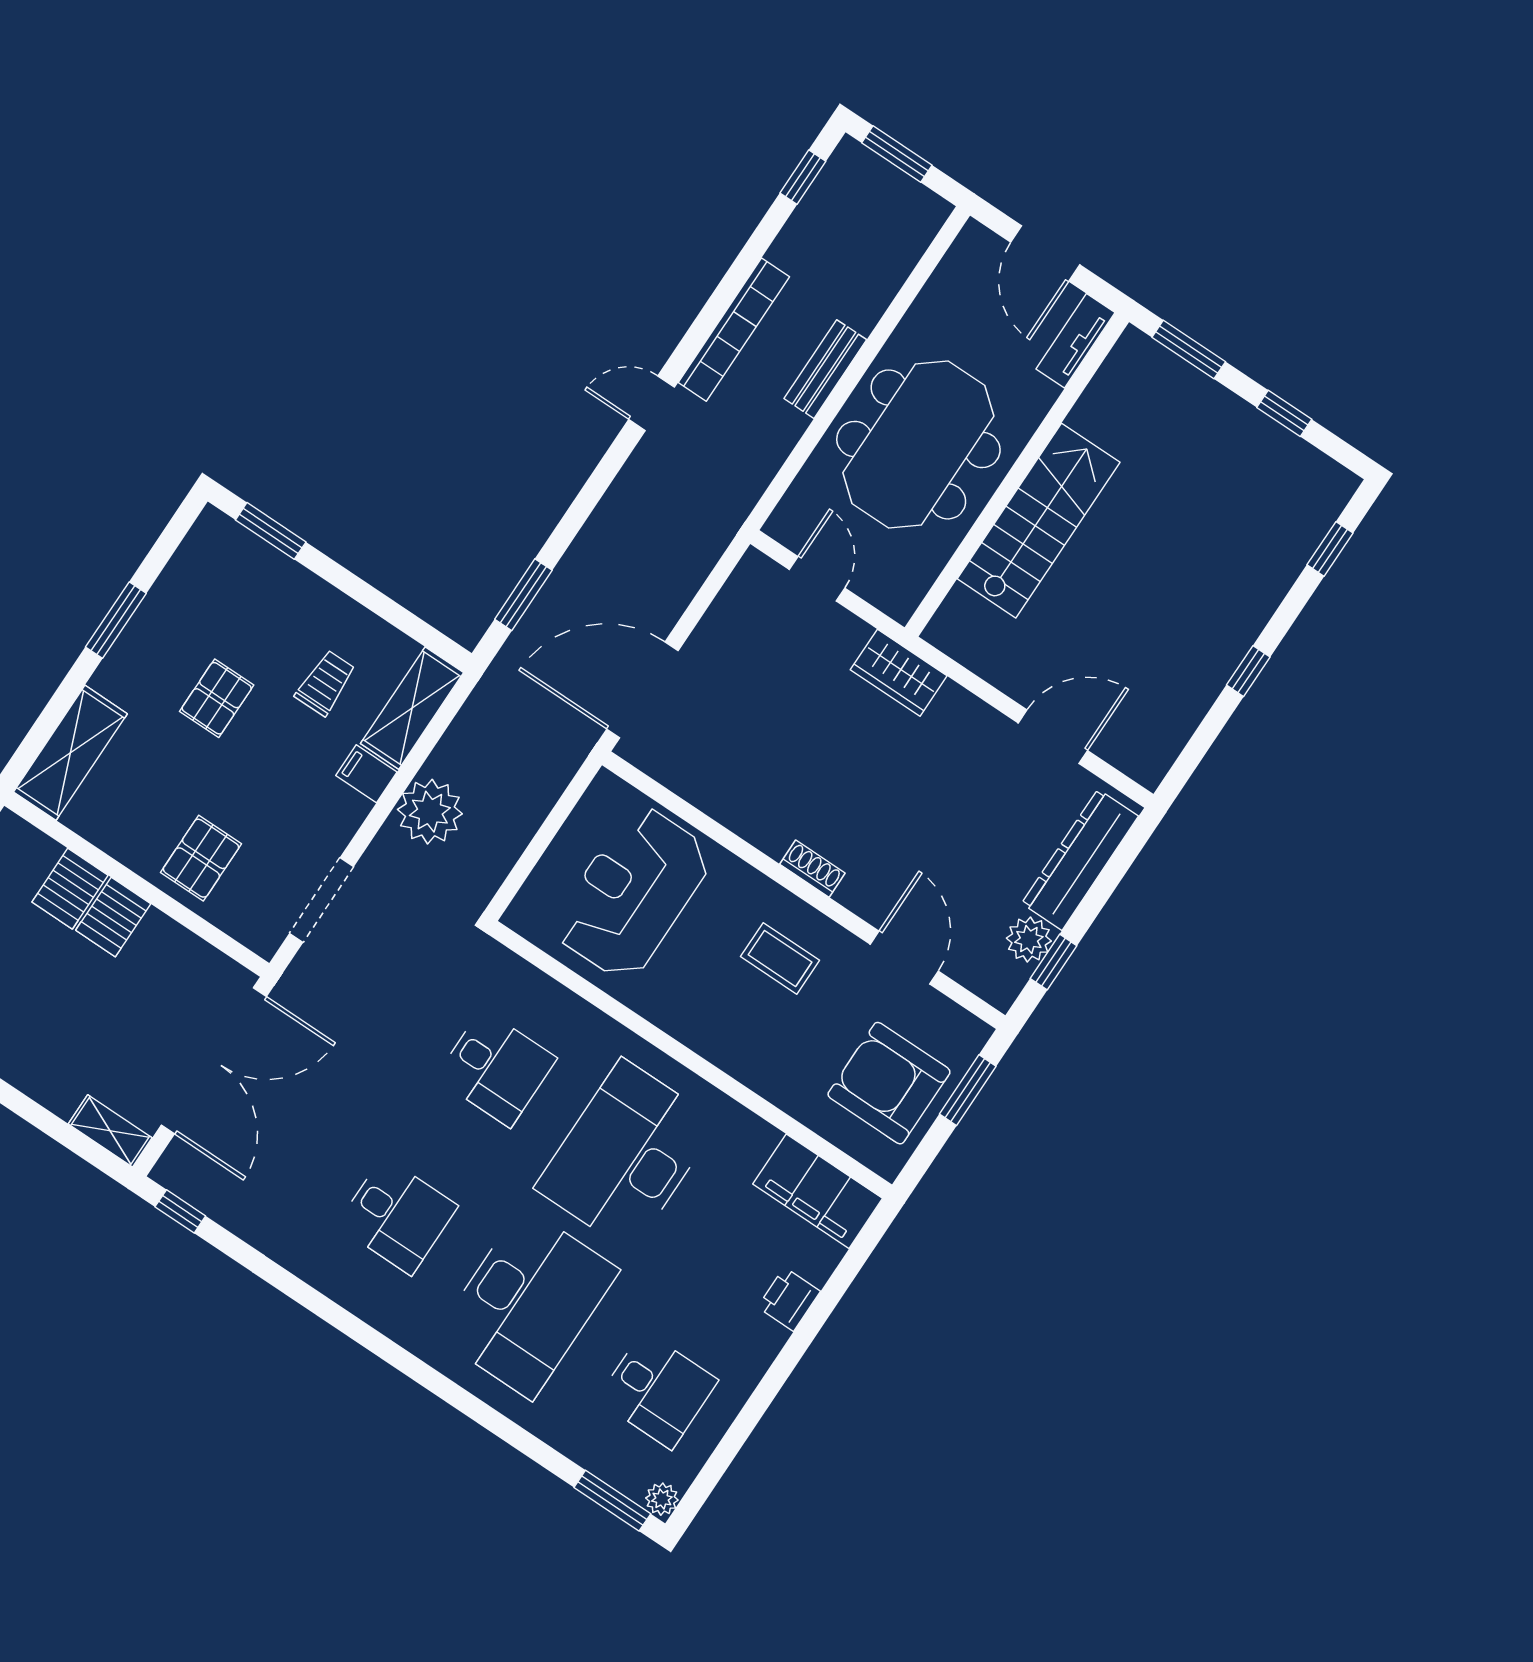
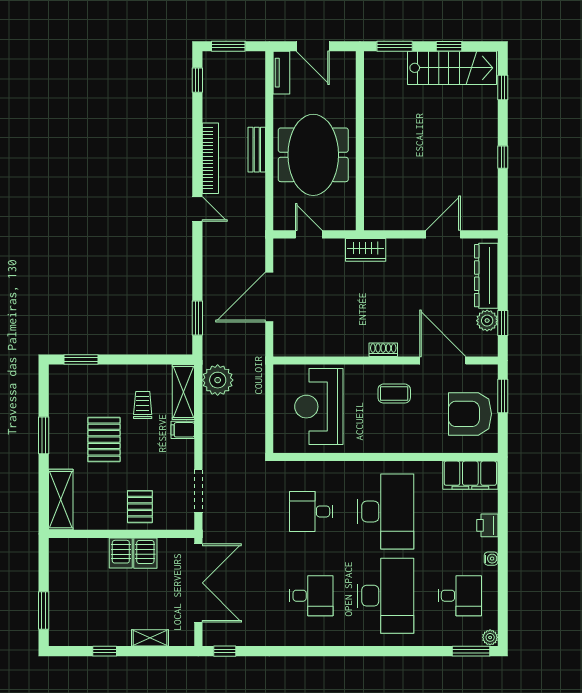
tv unit: (1076, 341) -> (281, 73), moved, turned 180
door: (652, 403) -> (197, 209), swing flipped
stairs: (1039, 521) -> (452, 68), moved, turned 90
door: (642, 690) -> (269, 297), moved
pallet: (217, 698) -> (104, 440), width x1.50, depth x1.42
plant: (430, 812) -> (218, 380), moved
server rack: (70, 889) -> (145, 553), moved
door: (904, 958) -> (443, 360), width x1.36
desk: (496, 1068) -> (311, 511), turned 180
shelving: (110, 1131) -> (150, 638), moved
desk: (626, 1155) -> (386, 511), turned 180
water cooler: (756, 1362) -> (491, 559), added

